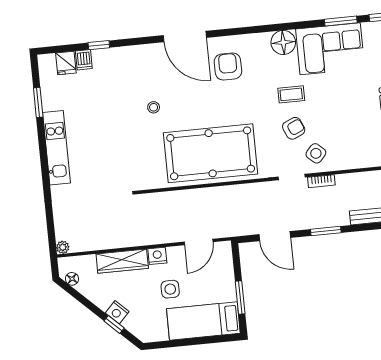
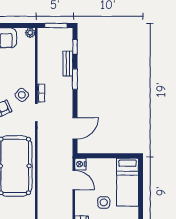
window: (326, 231) -> (75, 79), moved
nightstand: (157, 256) -> (80, 164), moved
window: (240, 297) -> (114, 156), removed

